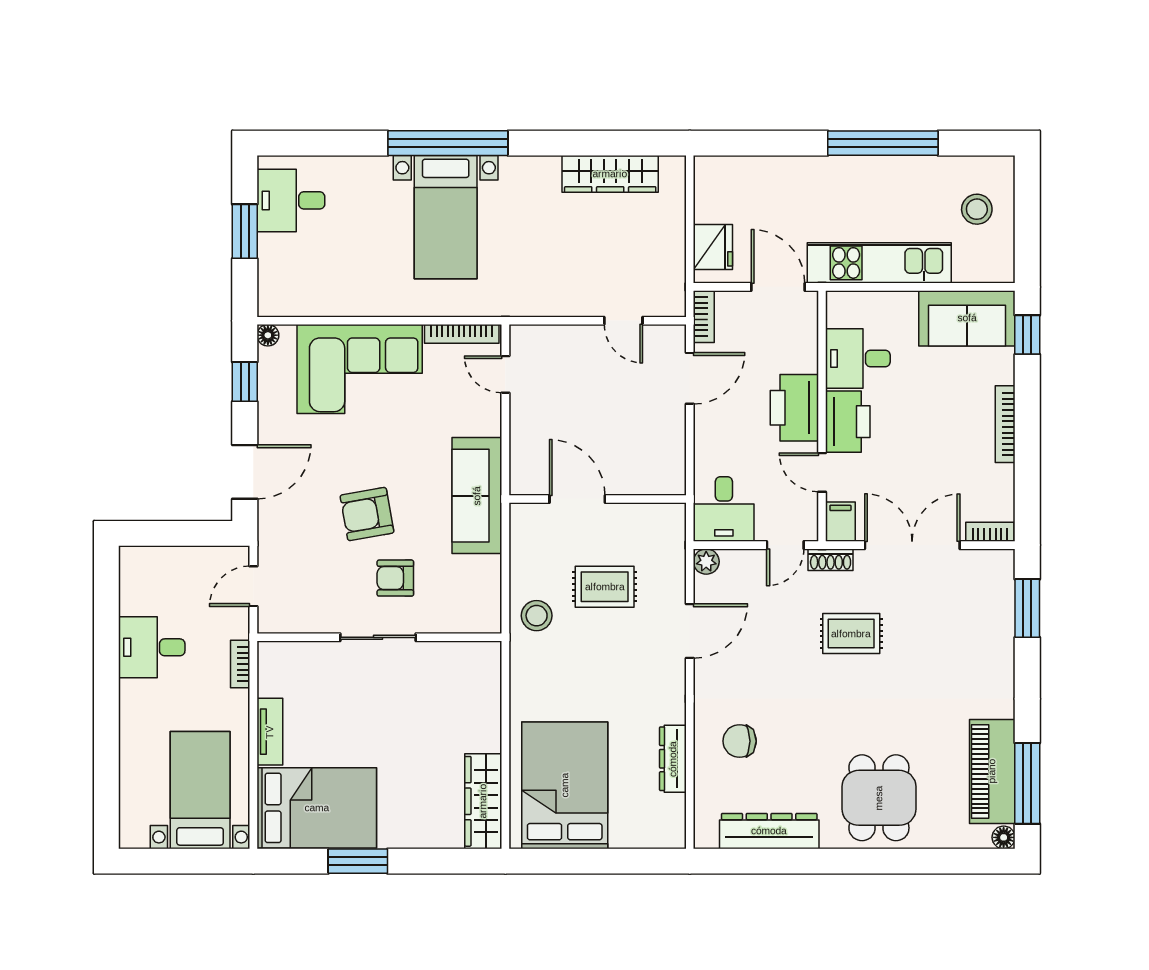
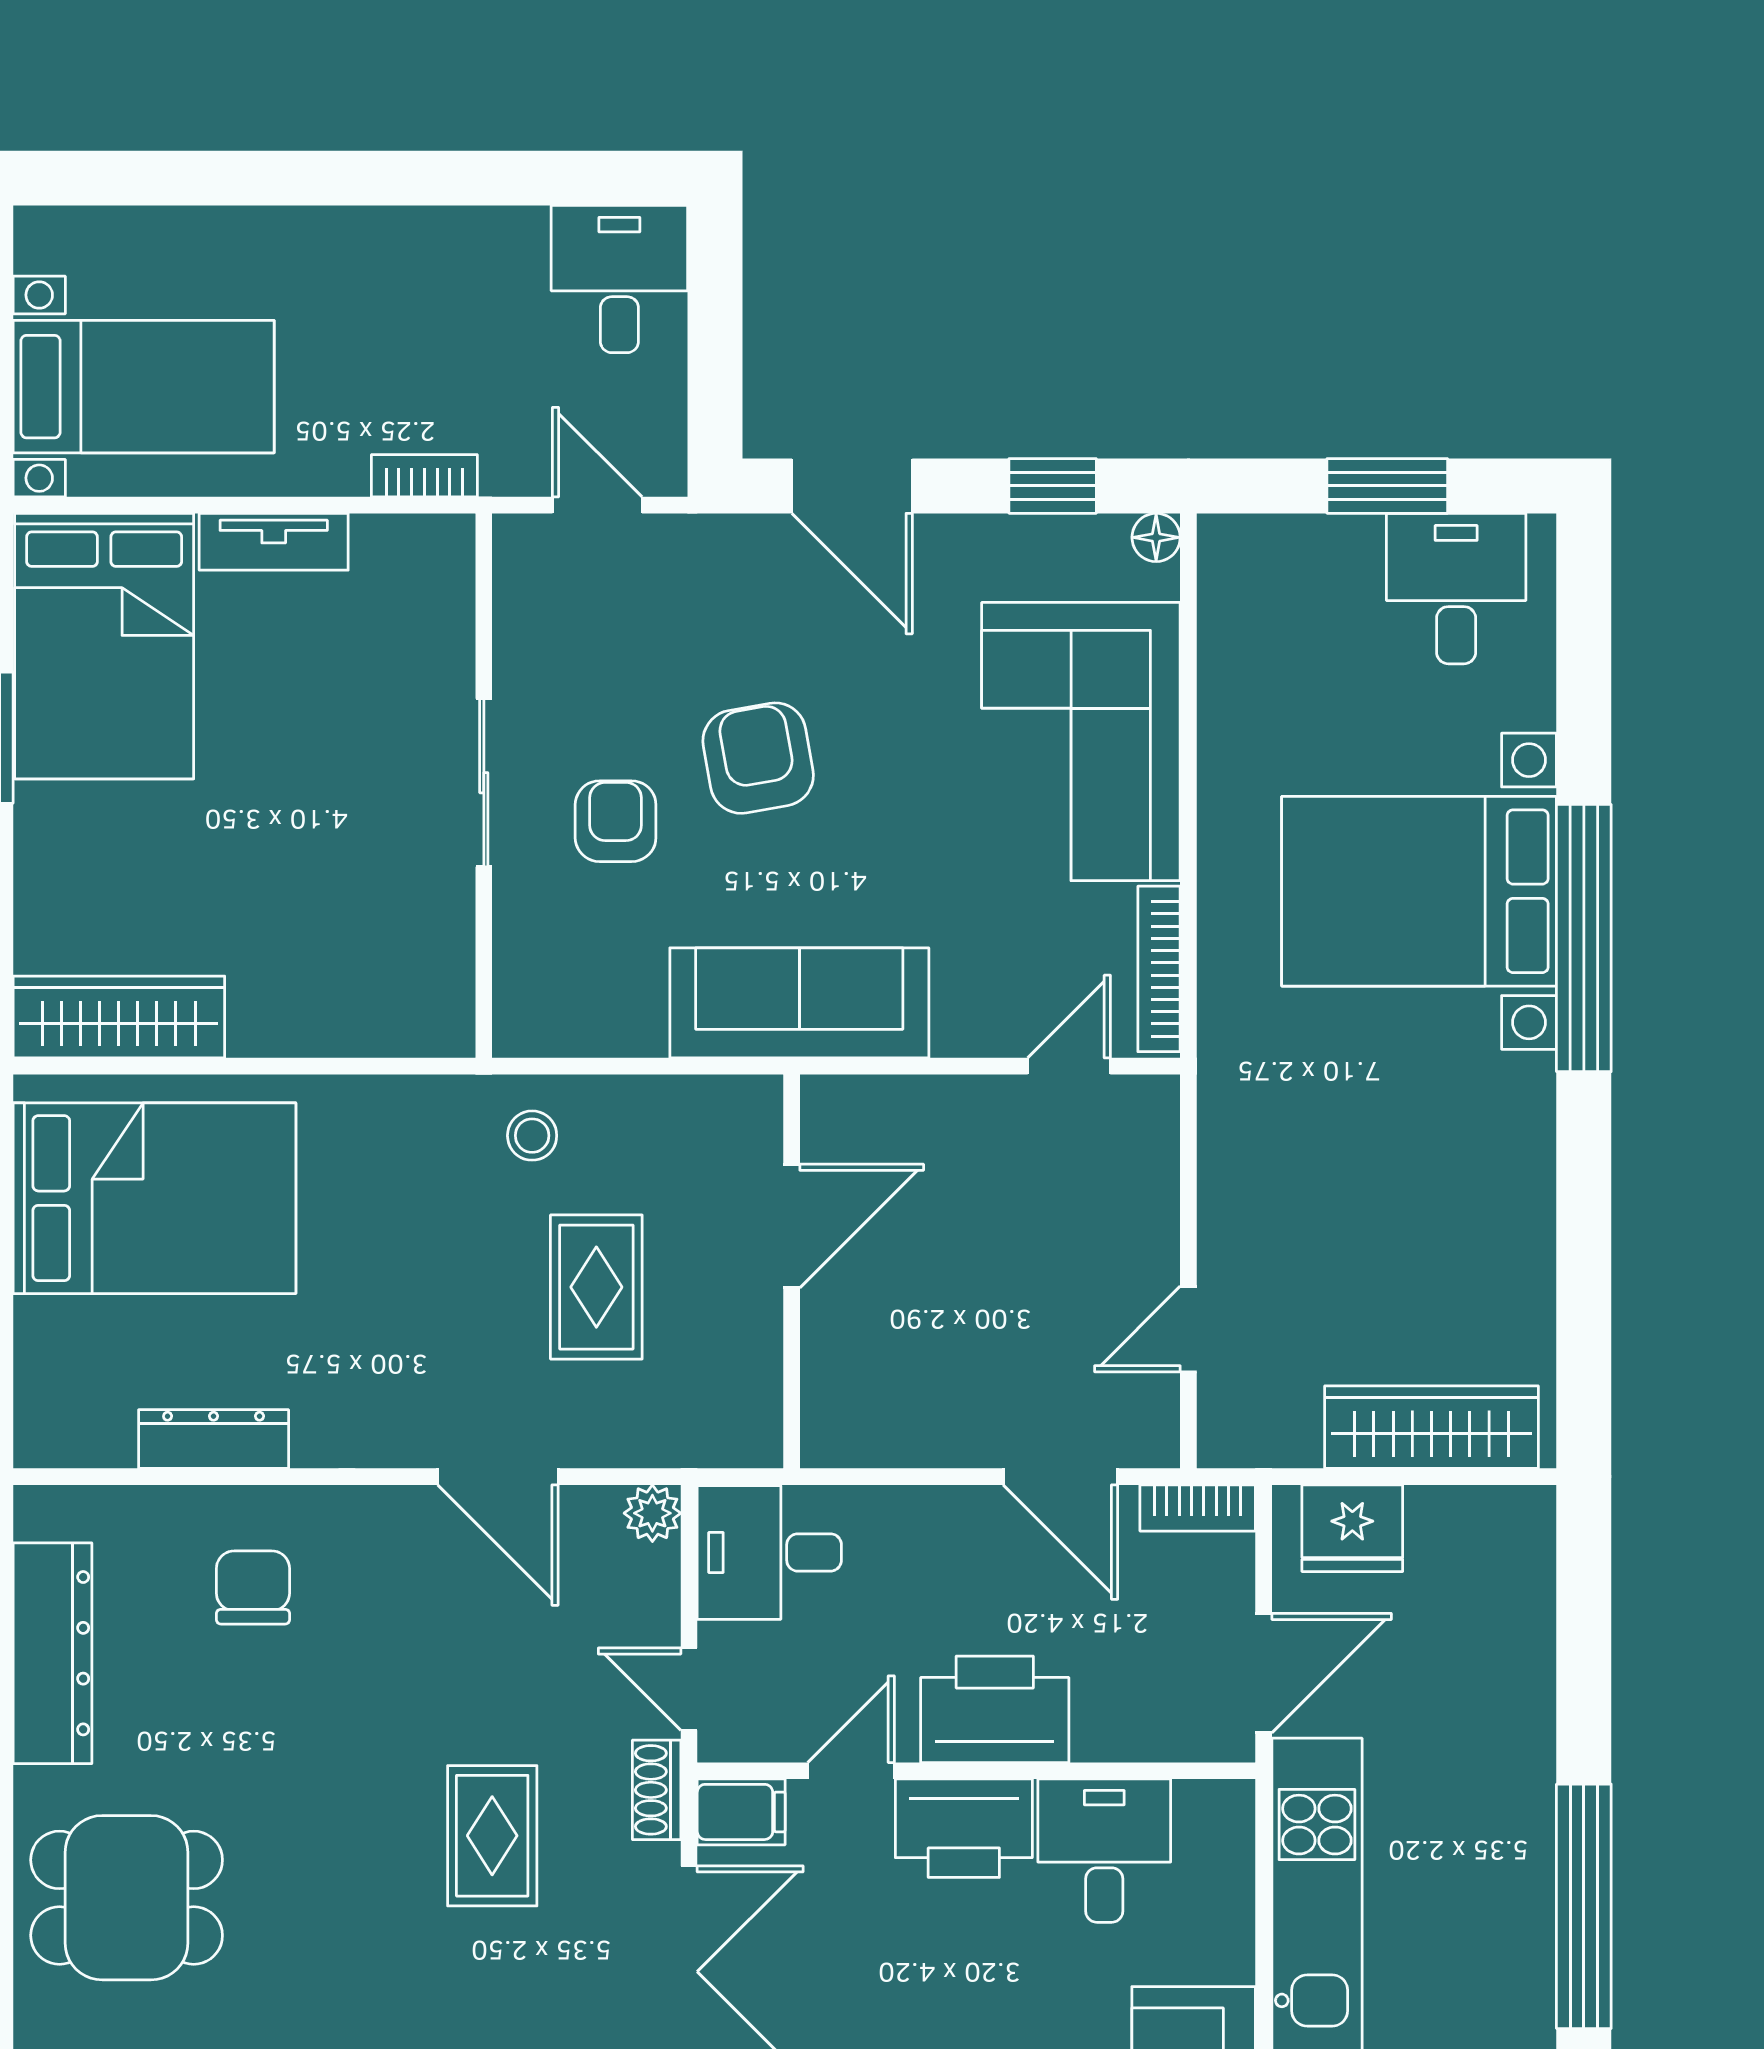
wardrobe: (610, 174) -> (1432, 1427), moved, turned 90
bed with nightstands: (446, 217) -> (1419, 891), width x1.36
stool: (537, 616) -> (532, 1136), width x0.73, depth x0.73
desk: (152, 647) -> (619, 279), moved

